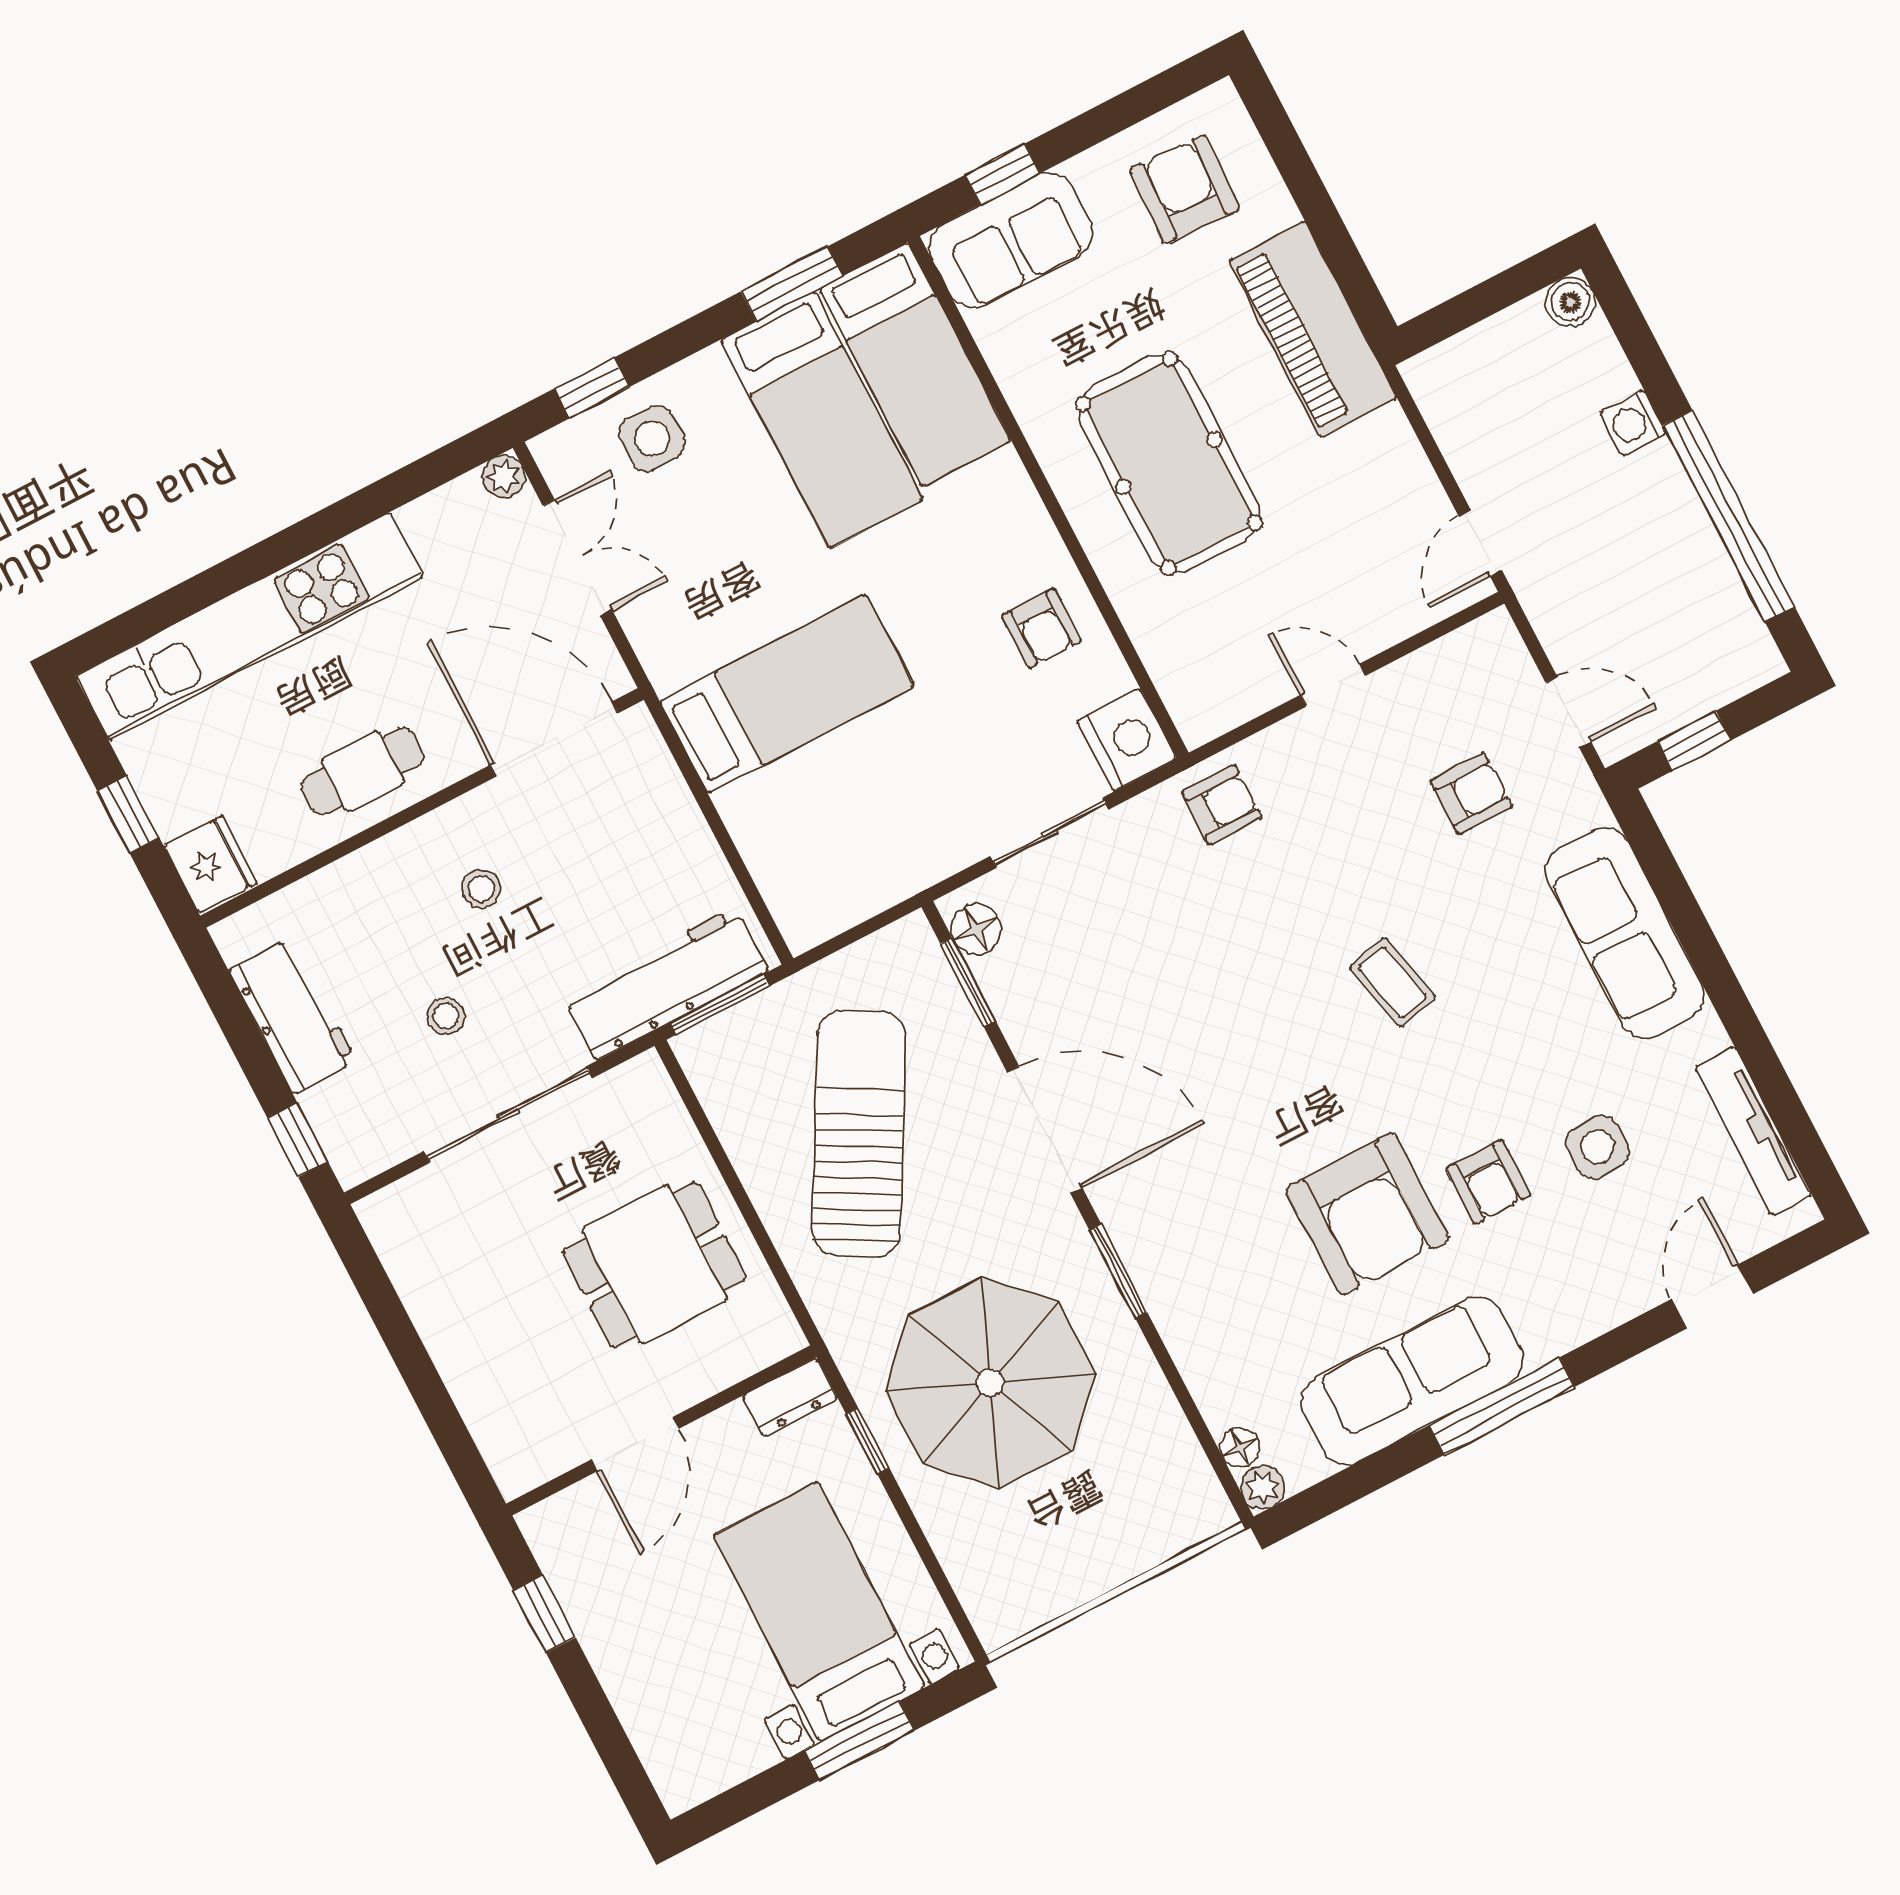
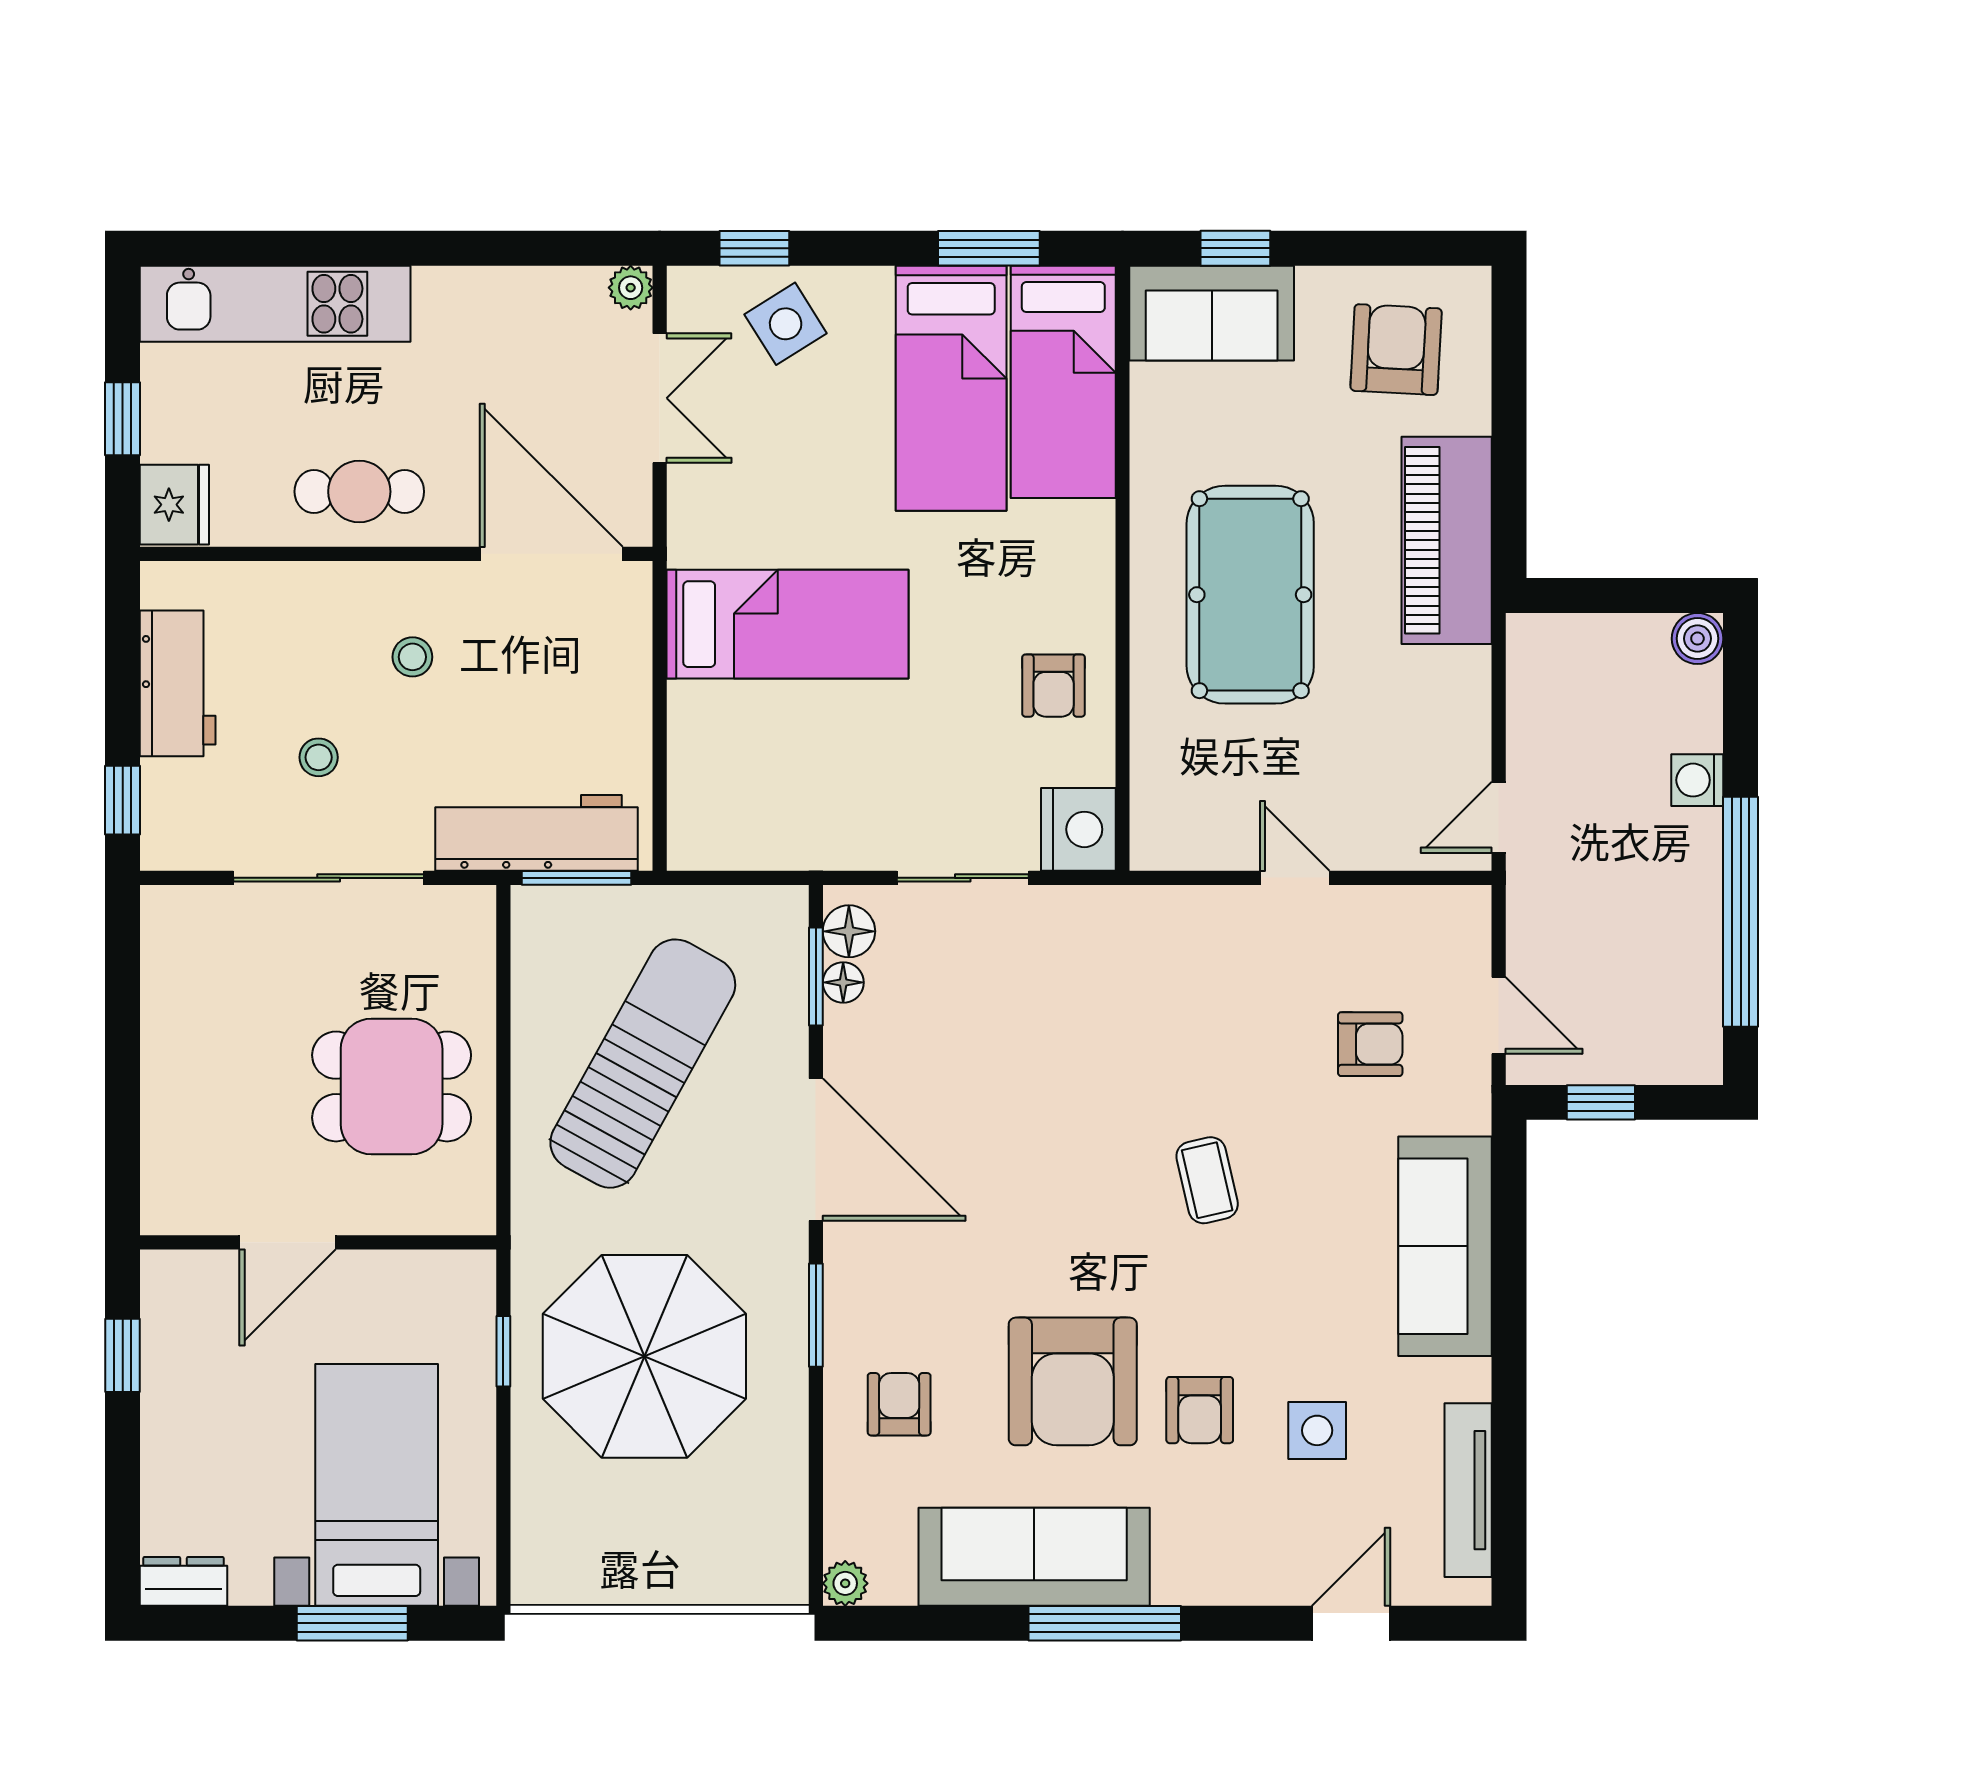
side table: (652, 438) -> (786, 324), turned -32
kitchen unit: (249, 626) -> (275, 304), width x0.73
armchair: (1222, 805) -> (899, 1404), moved, turned -90
dresser: (790, 1397) -> (184, 1581), moved, turned 180
floor lamp: (1240, 1448) -> (843, 982), moved

